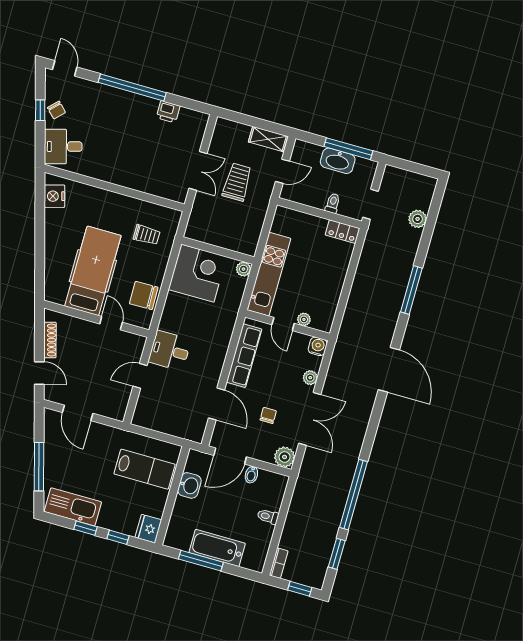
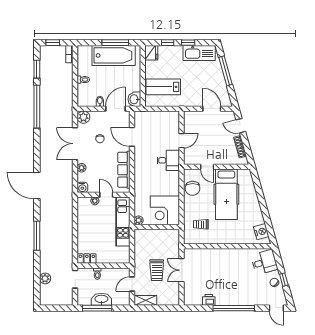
chair: (144, 296) -> (193, 188), turned 91
washbasin: (189, 485) -> (134, 99), moved
bathtub: (217, 548) -> (114, 55), width x1.36, depth x1.36

